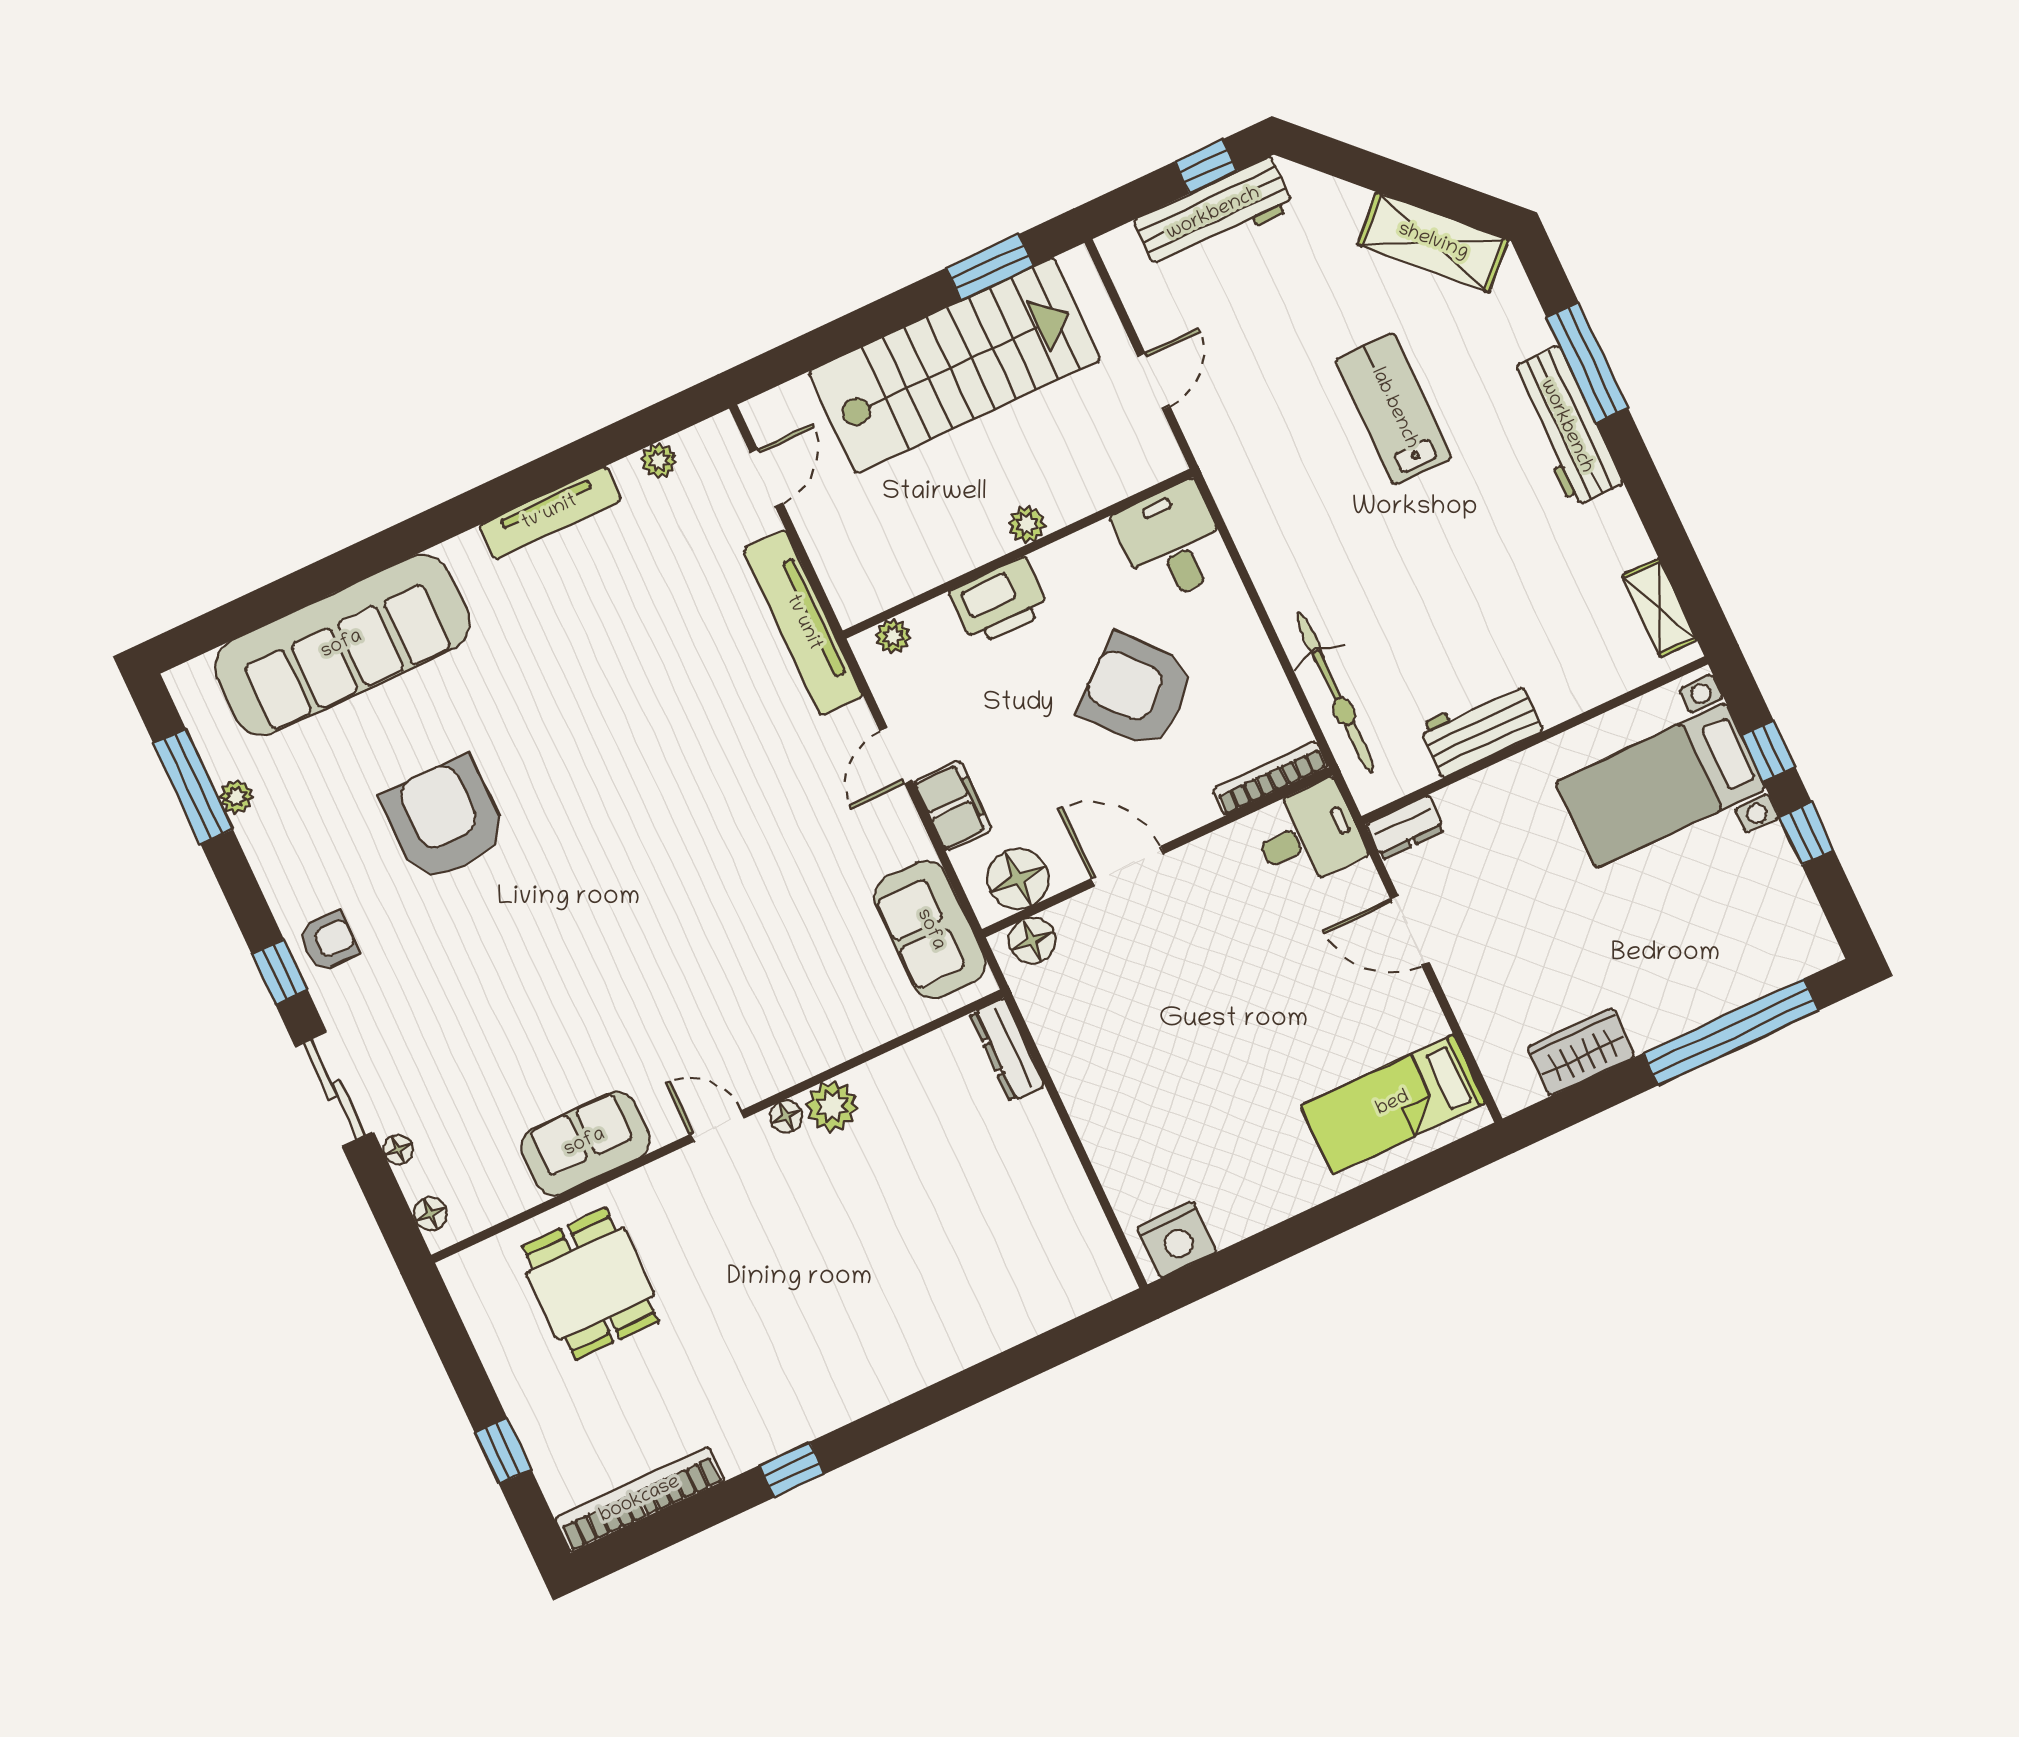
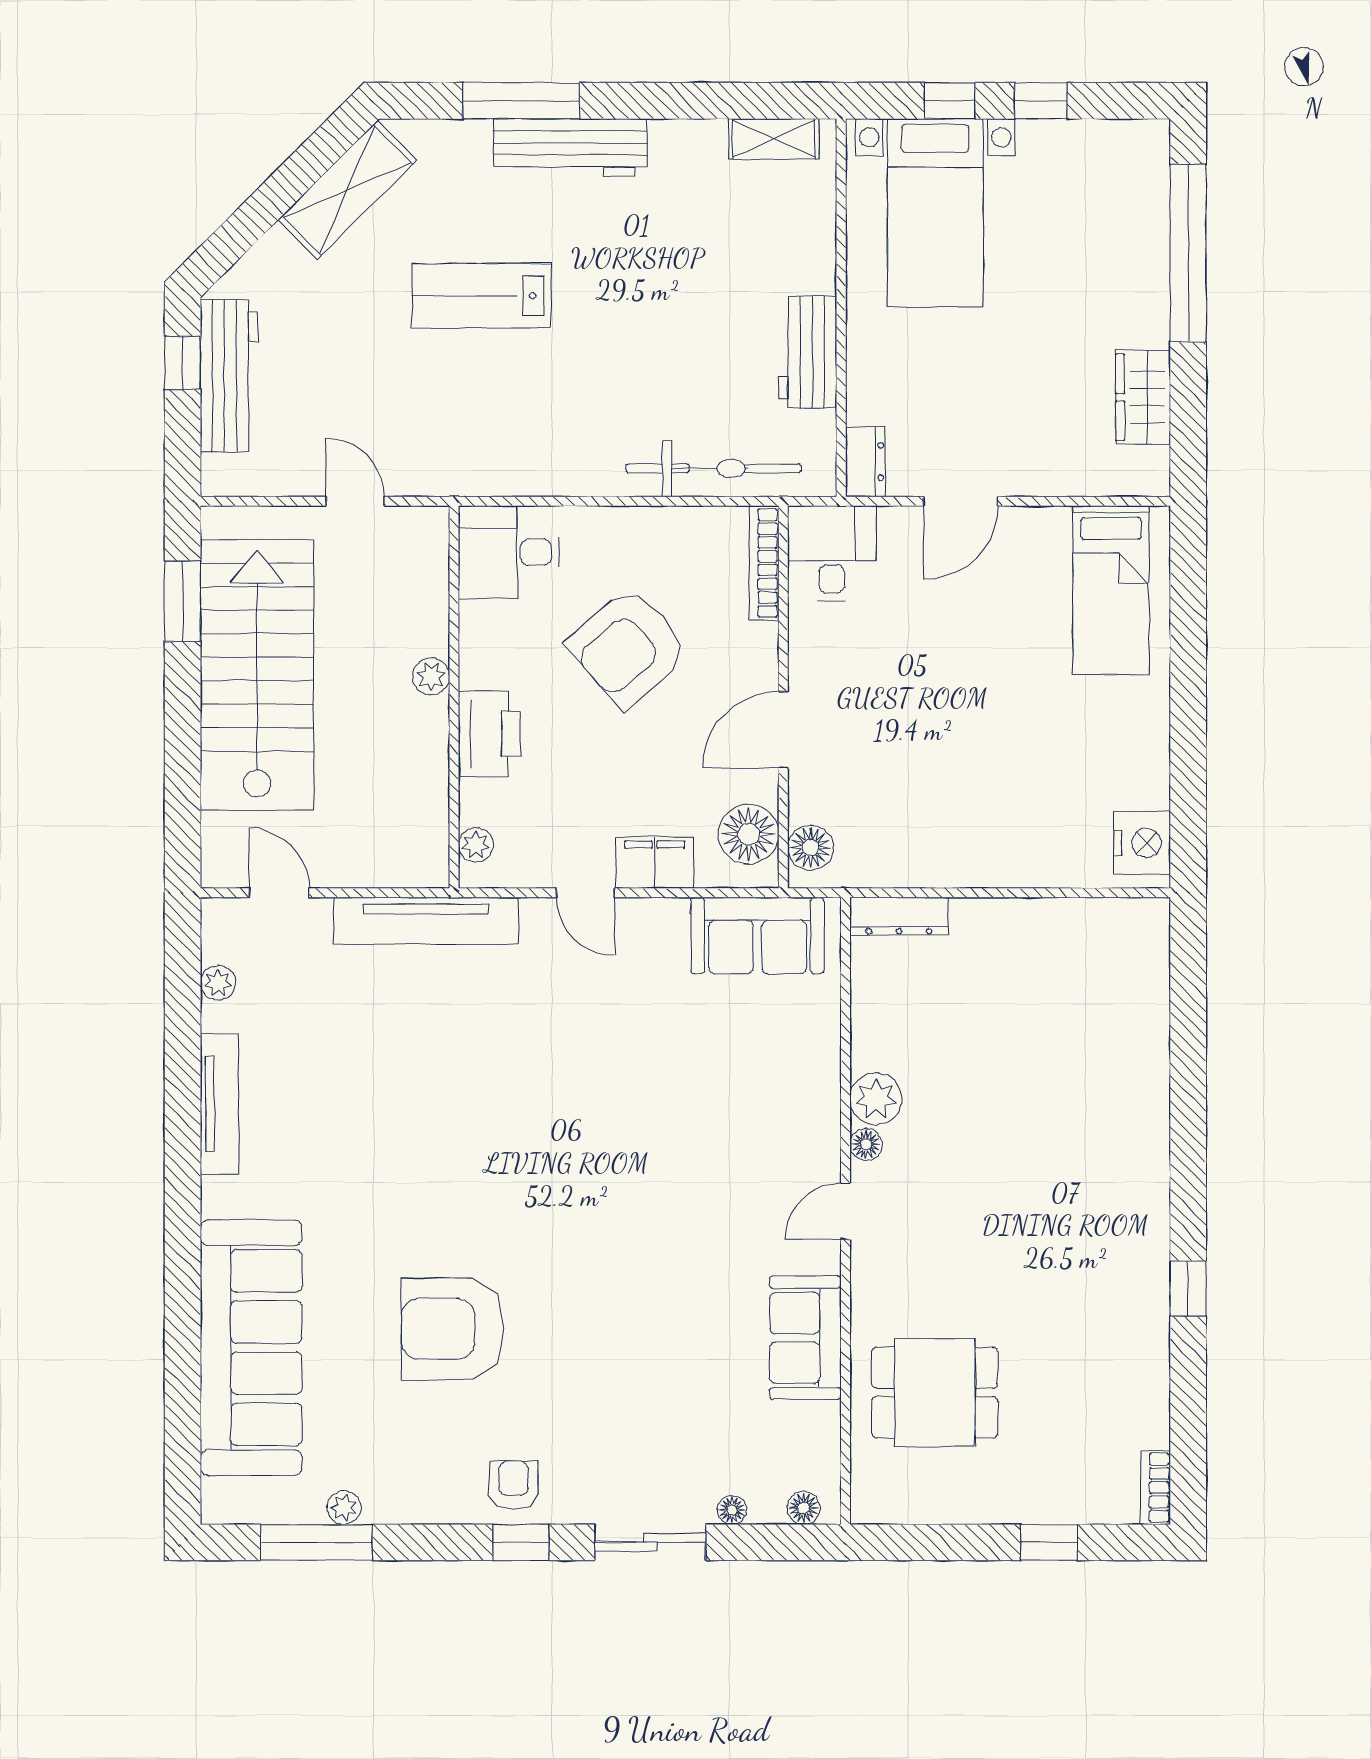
bookcase: (640, 1500) -> (1156, 1488), width x0.43, depth x0.76

